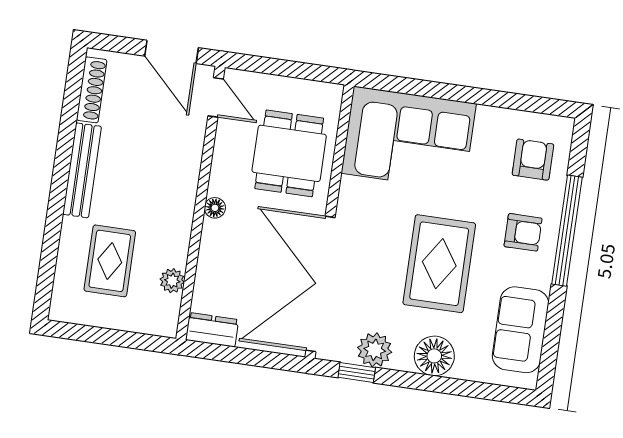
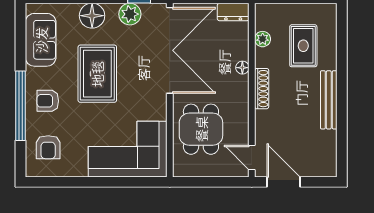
shoe rack: (92, 90) -> (262, 89), moved, turned 180
floor lamp: (215, 208) -> (242, 68), moved

